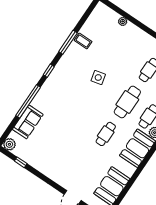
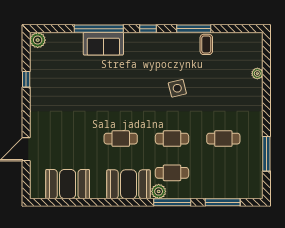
cafe table: (127, 102) -> (172, 139), width x0.73, depth x0.74
sofa: (28, 122) -> (103, 44), moved
window: (21, 162) -> (26, 79), moved

